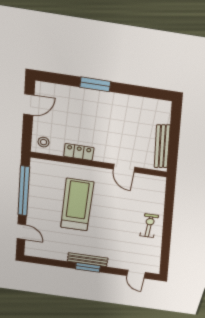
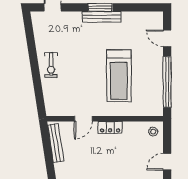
locker: (79, 152) -> (110, 127), moved
door: (124, 168) -> (83, 119), swing flipped

